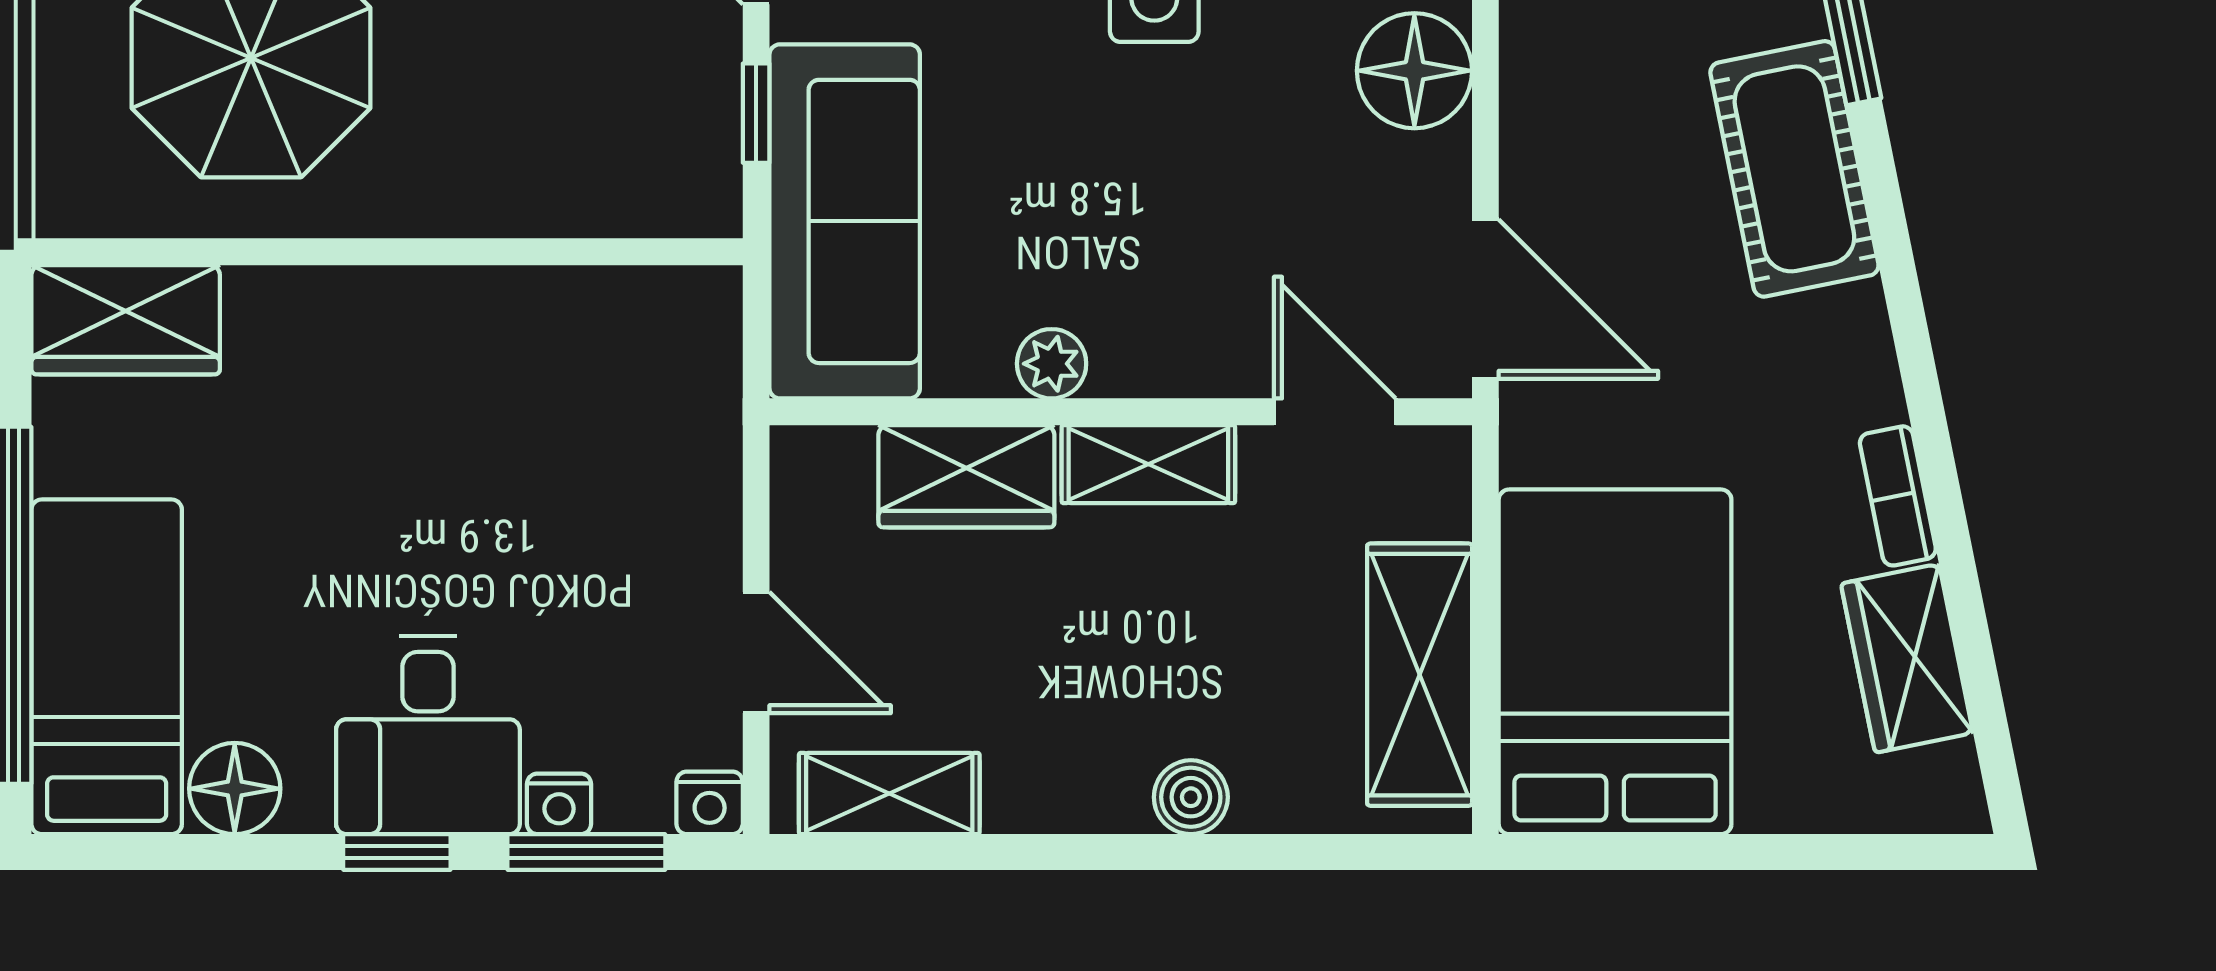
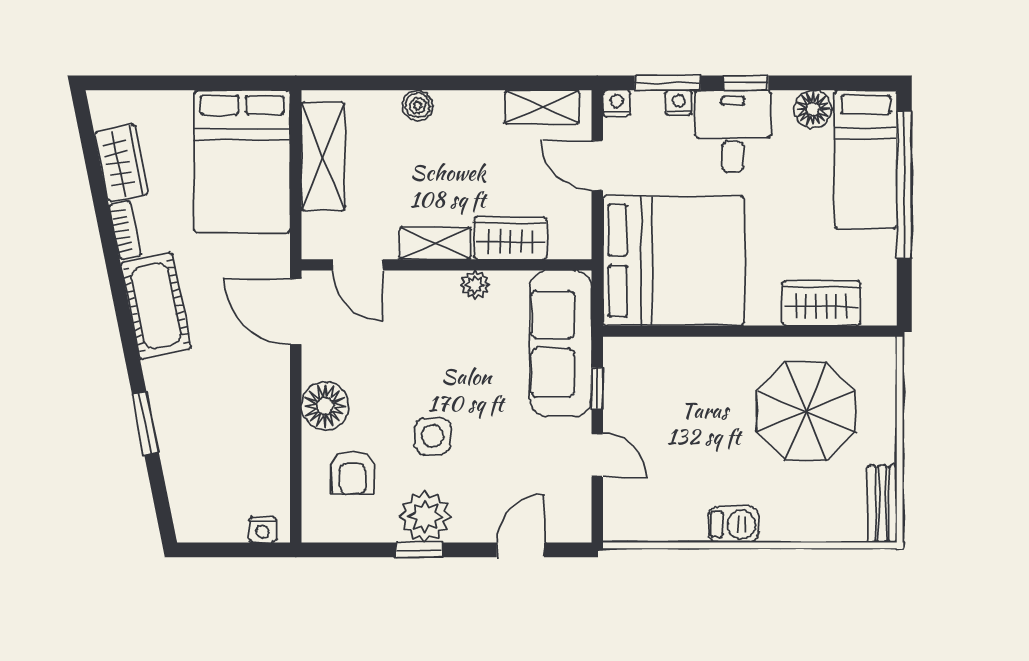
cot: (1794, 169) -> (156, 306), moved
wardrobe: (126, 320) -> (821, 303), moved
bed: (572, 422) -> (673, 261), added

